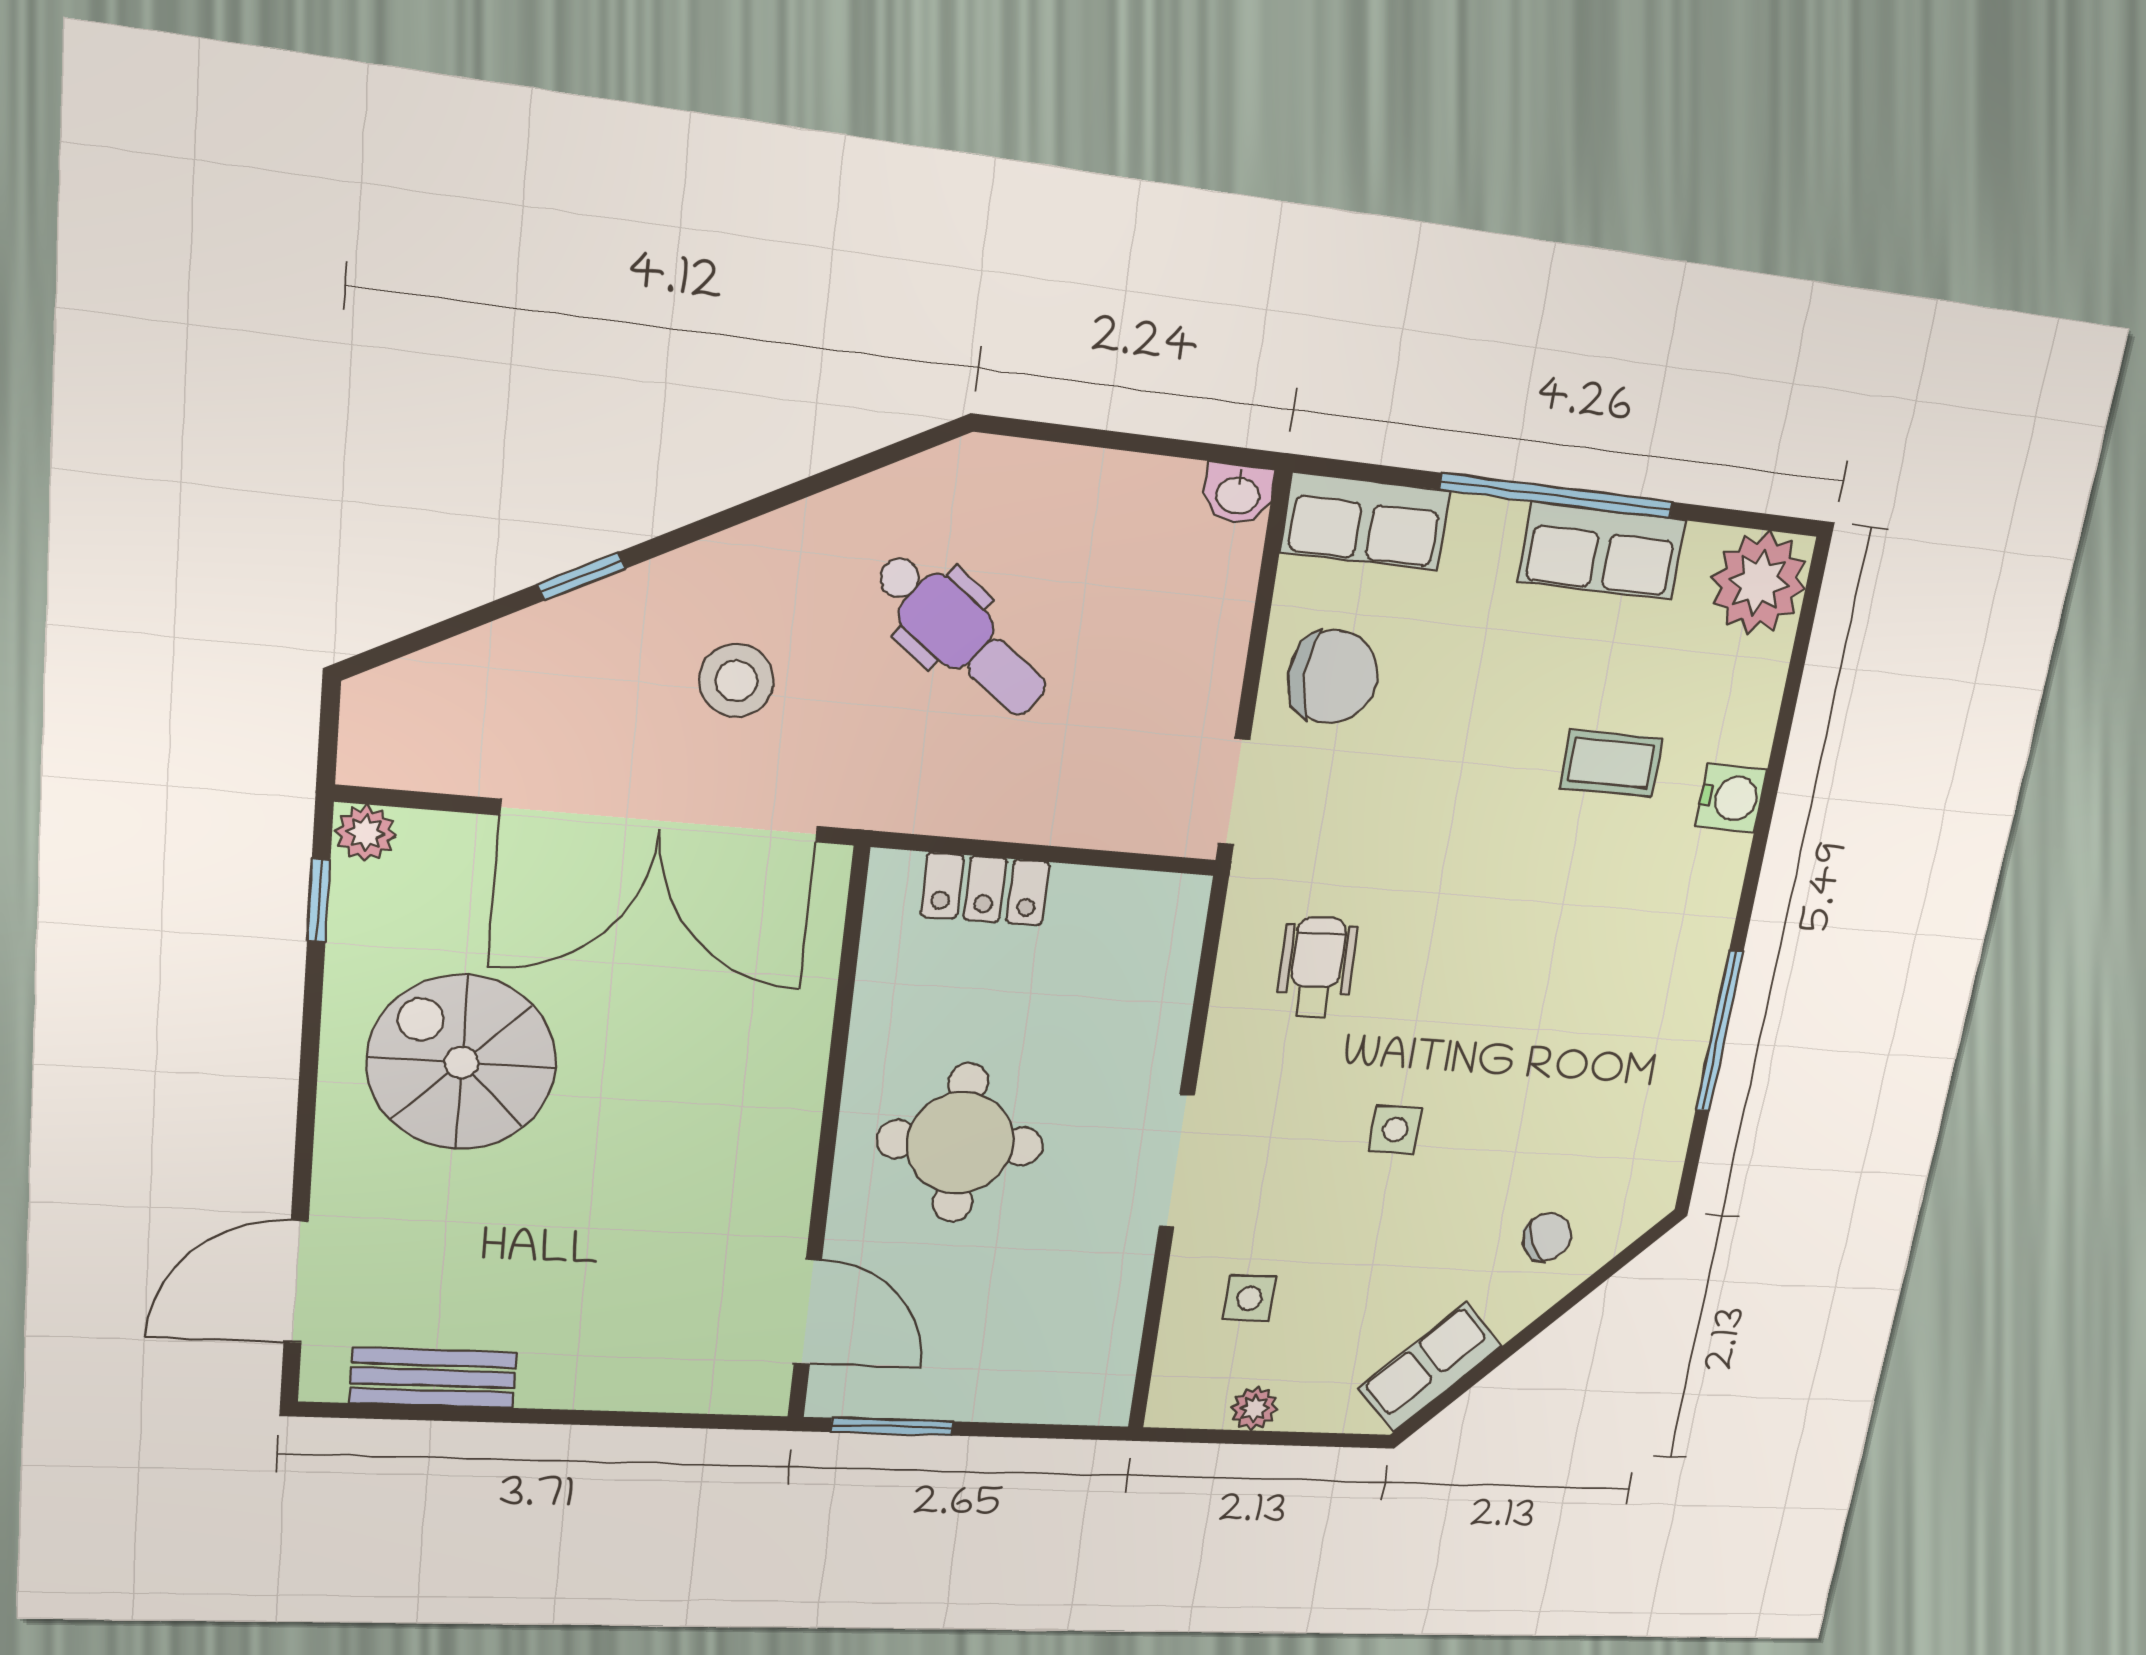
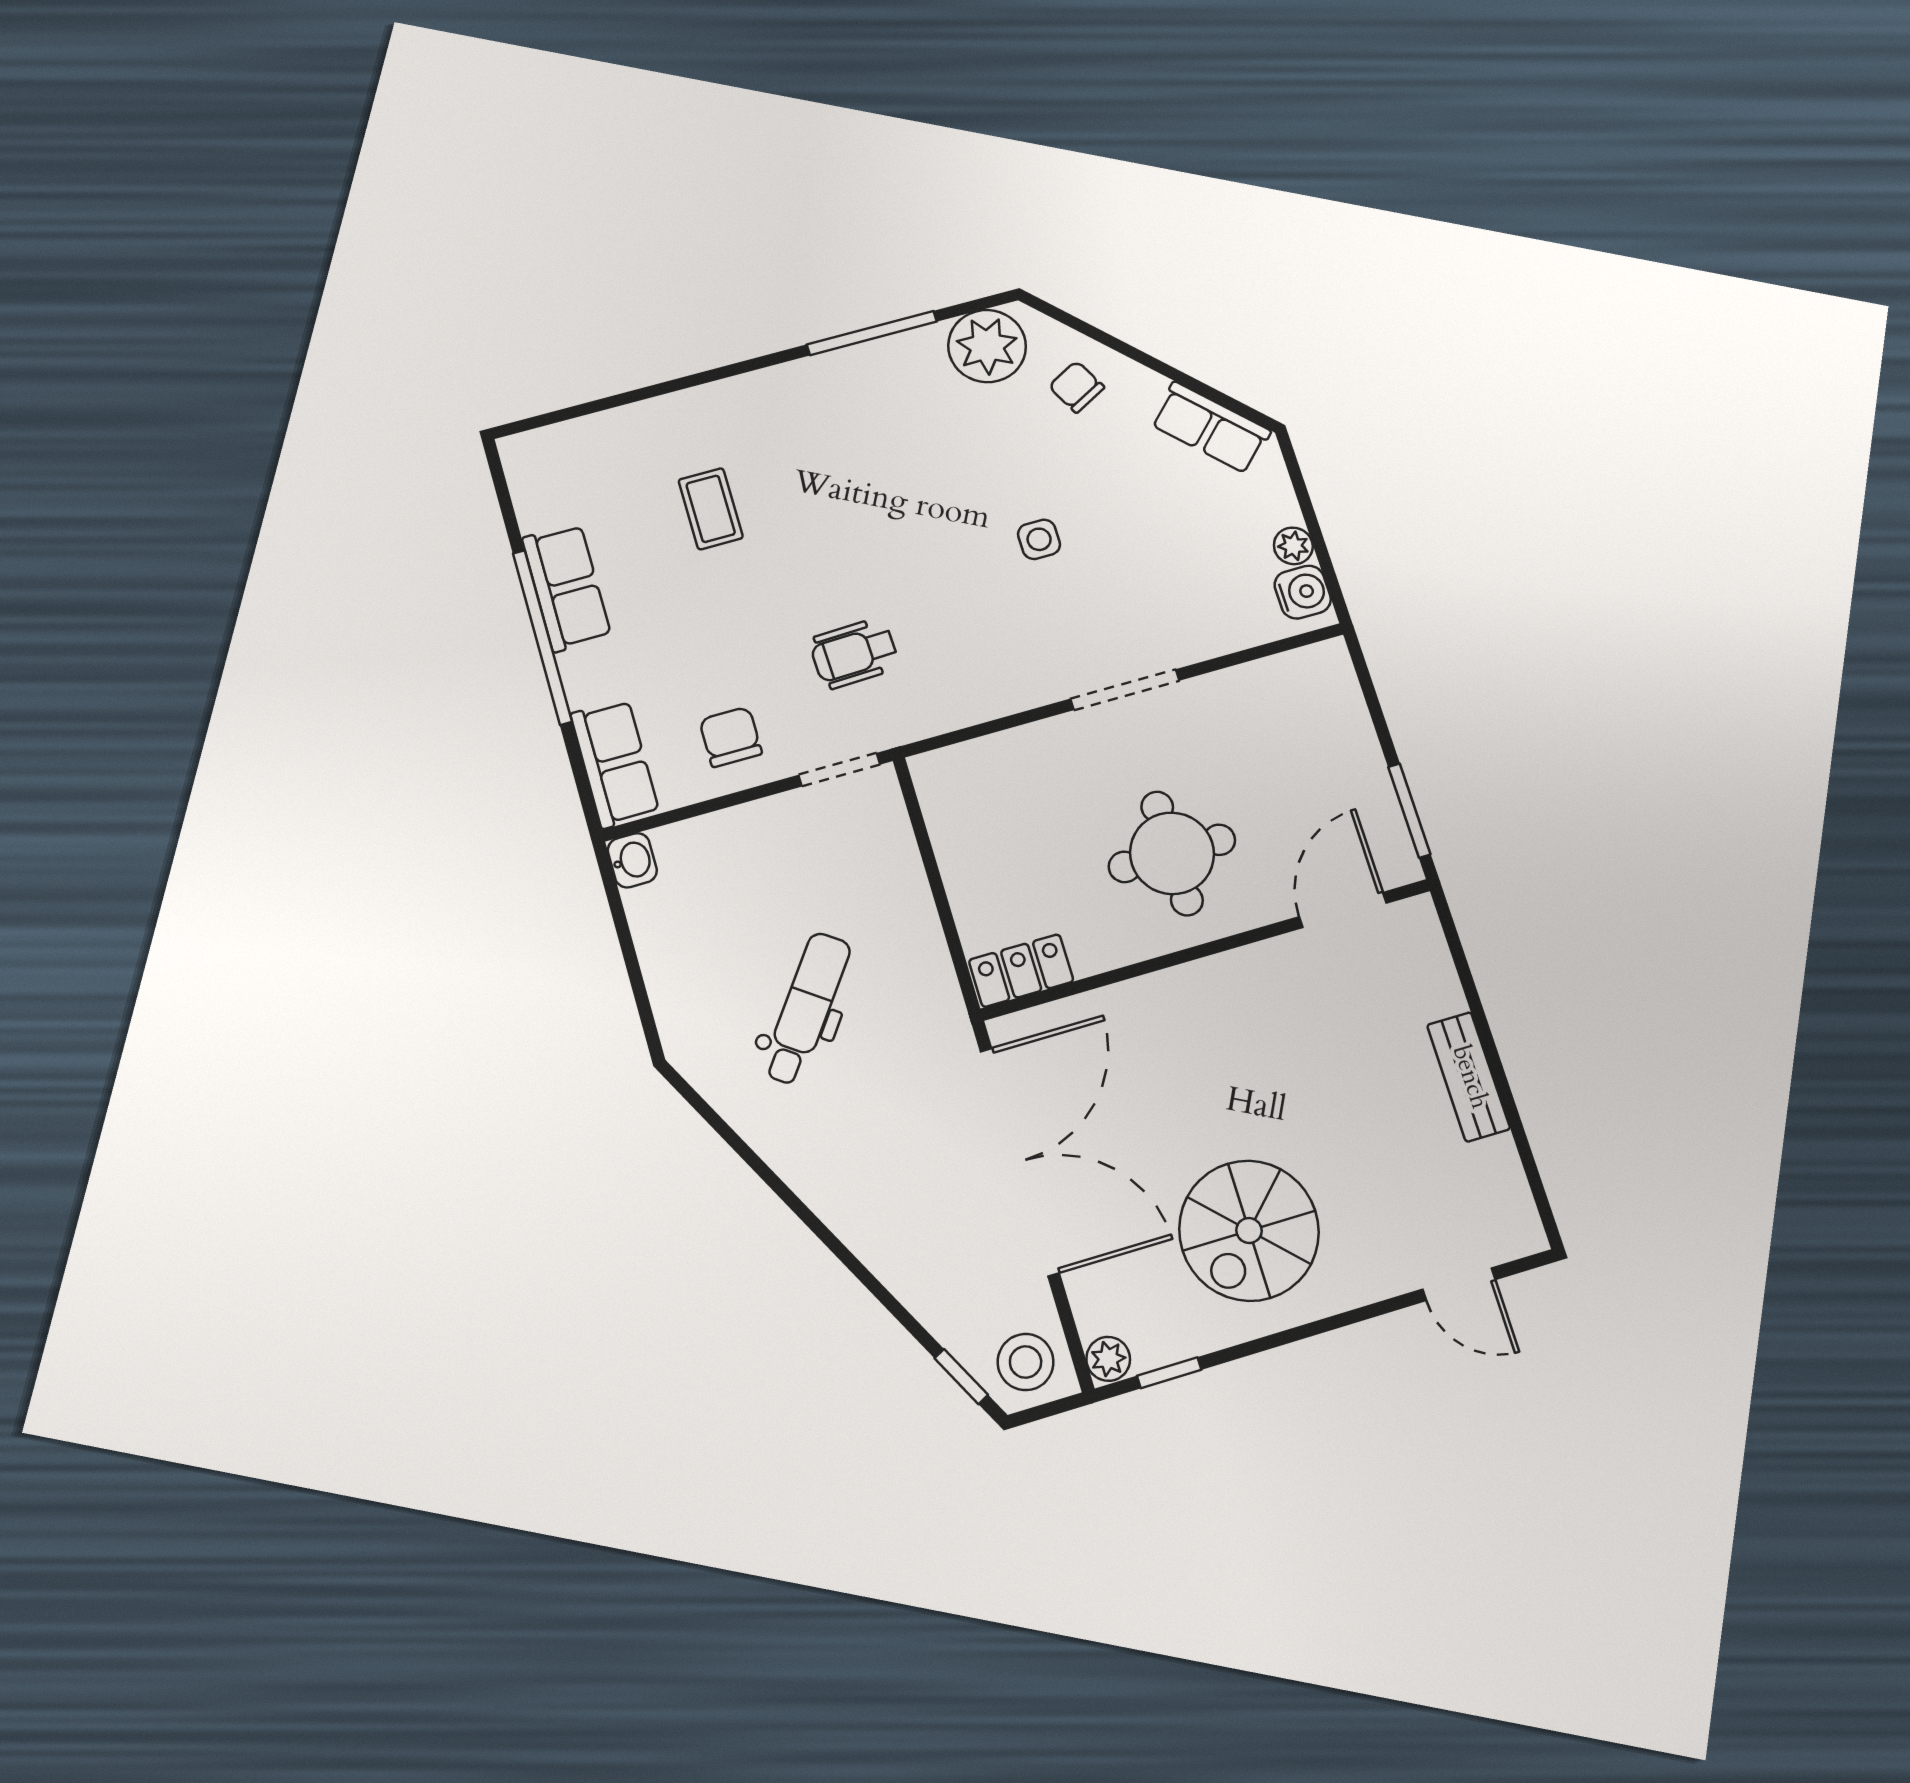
window: (581, 576) -> (961, 1376), moved
plant: (1759, 583) -> (987, 346), moved
chair: (1333, 677) -> (731, 737), width x0.73, depth x0.73
stool: (736, 681) -> (1026, 1362), moved
water cooler: (1731, 798) -> (1303, 592), moved, turned 90
locker: (985, 889) -> (1021, 971), moved, turned -90
wheelchair: (1317, 967) -> (854, 653), moved
door: (296, 1282) -> (1459, 1284), width x0.73
side table: (1249, 1298) -> (1209, 589), removed
bench: (433, 1378) -> (1469, 1077), moved

